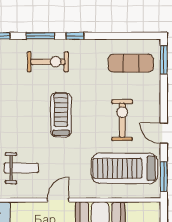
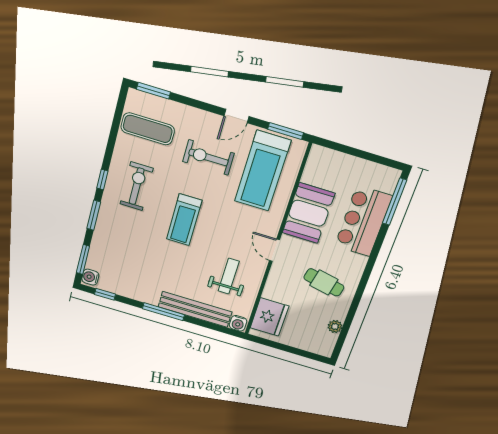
exercise bike: (48, 62) -> (137, 186), moved
exercise mat: (131, 63) -> (148, 129), turned 90
treadmill: (61, 115) -> (184, 220), turned -90

